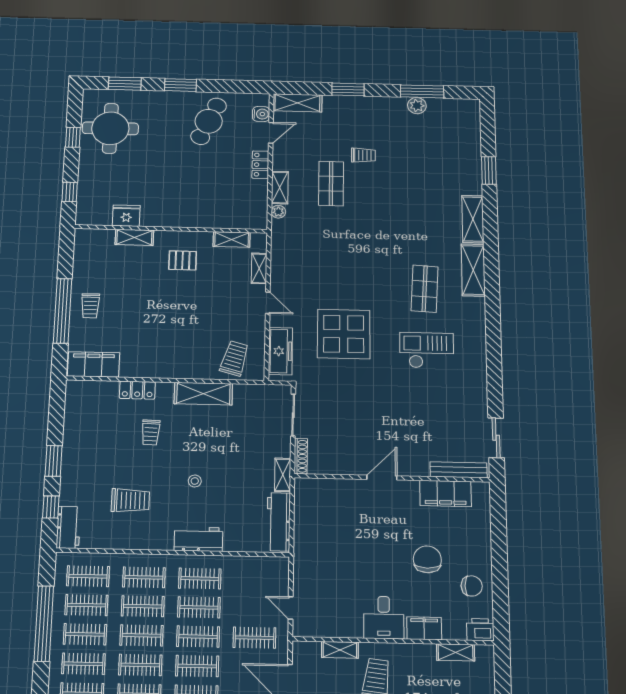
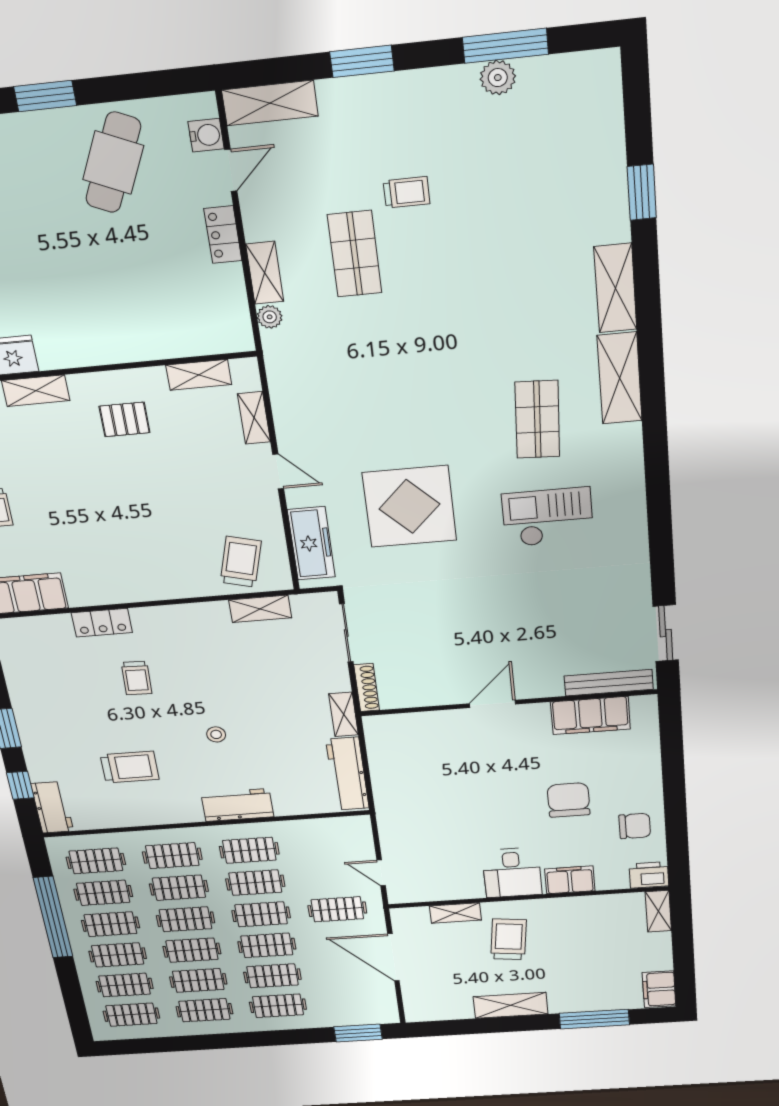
shelving: (203, 394) -> (260, 609), moved, width x0.67, depth x0.75
shelving: (456, 652) -> (658, 911), moved, turned 90

